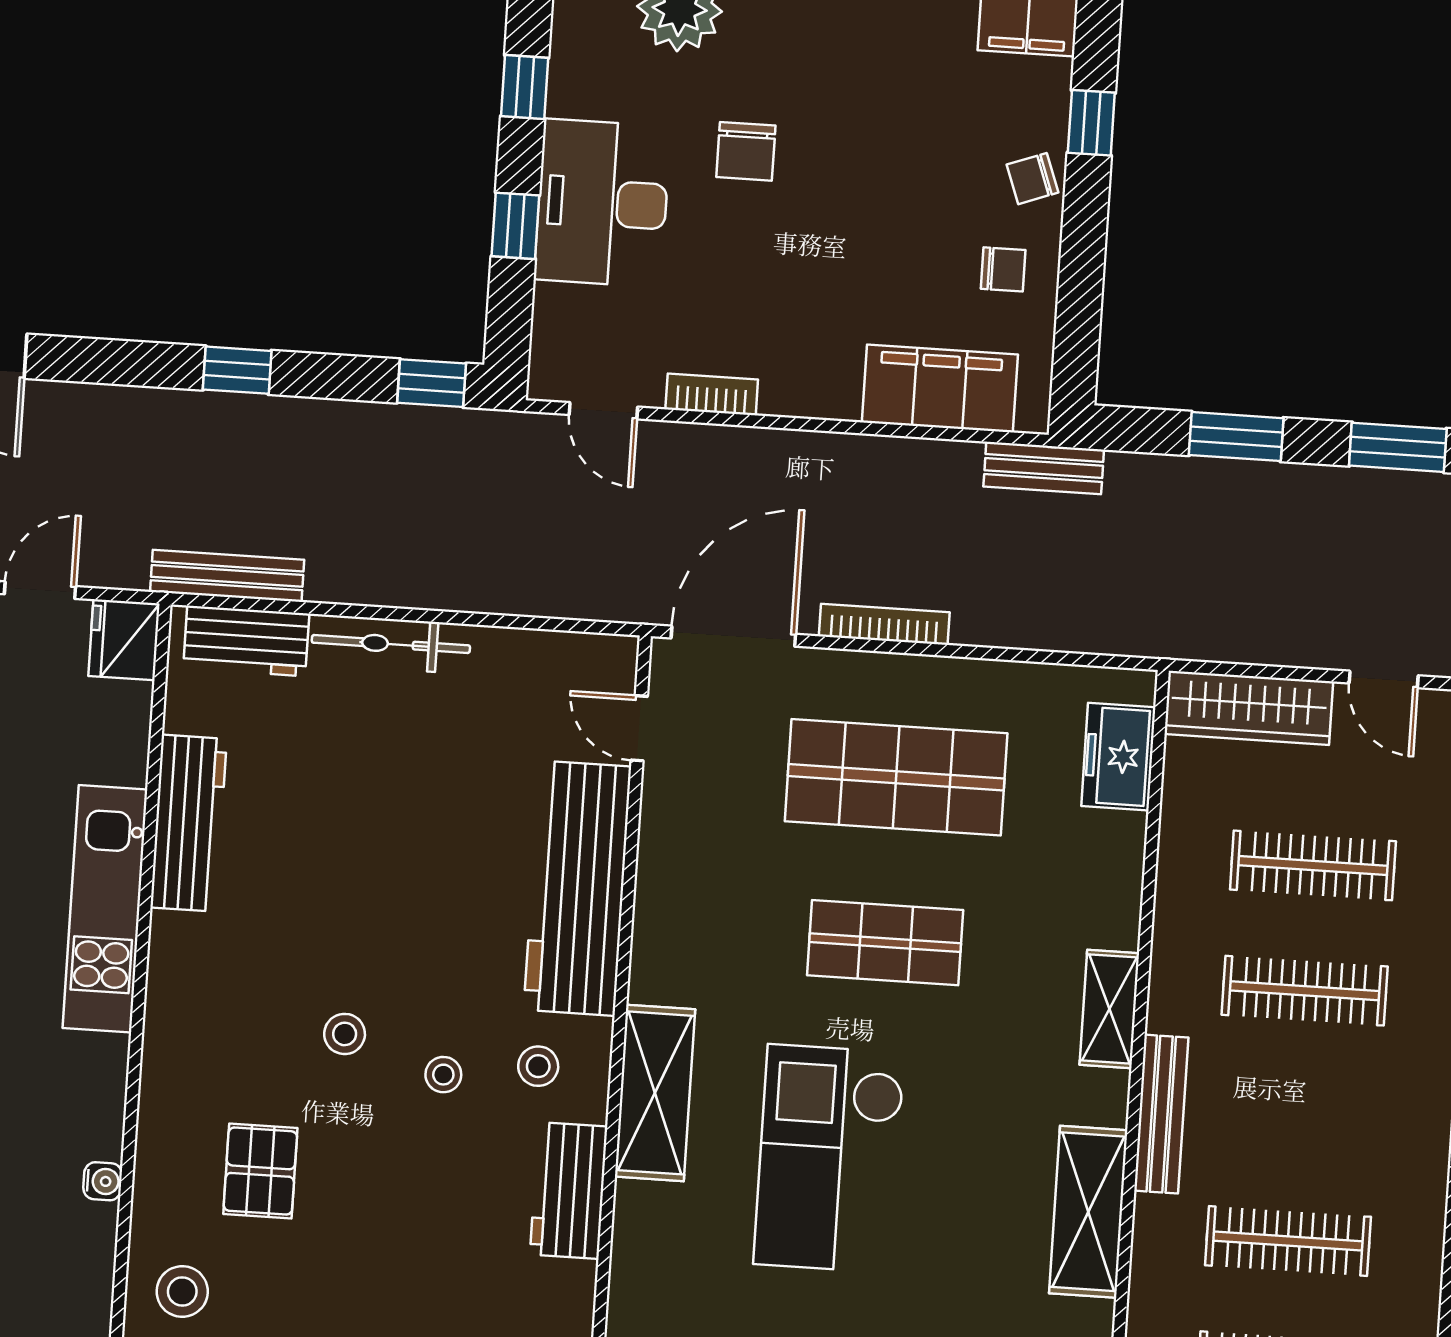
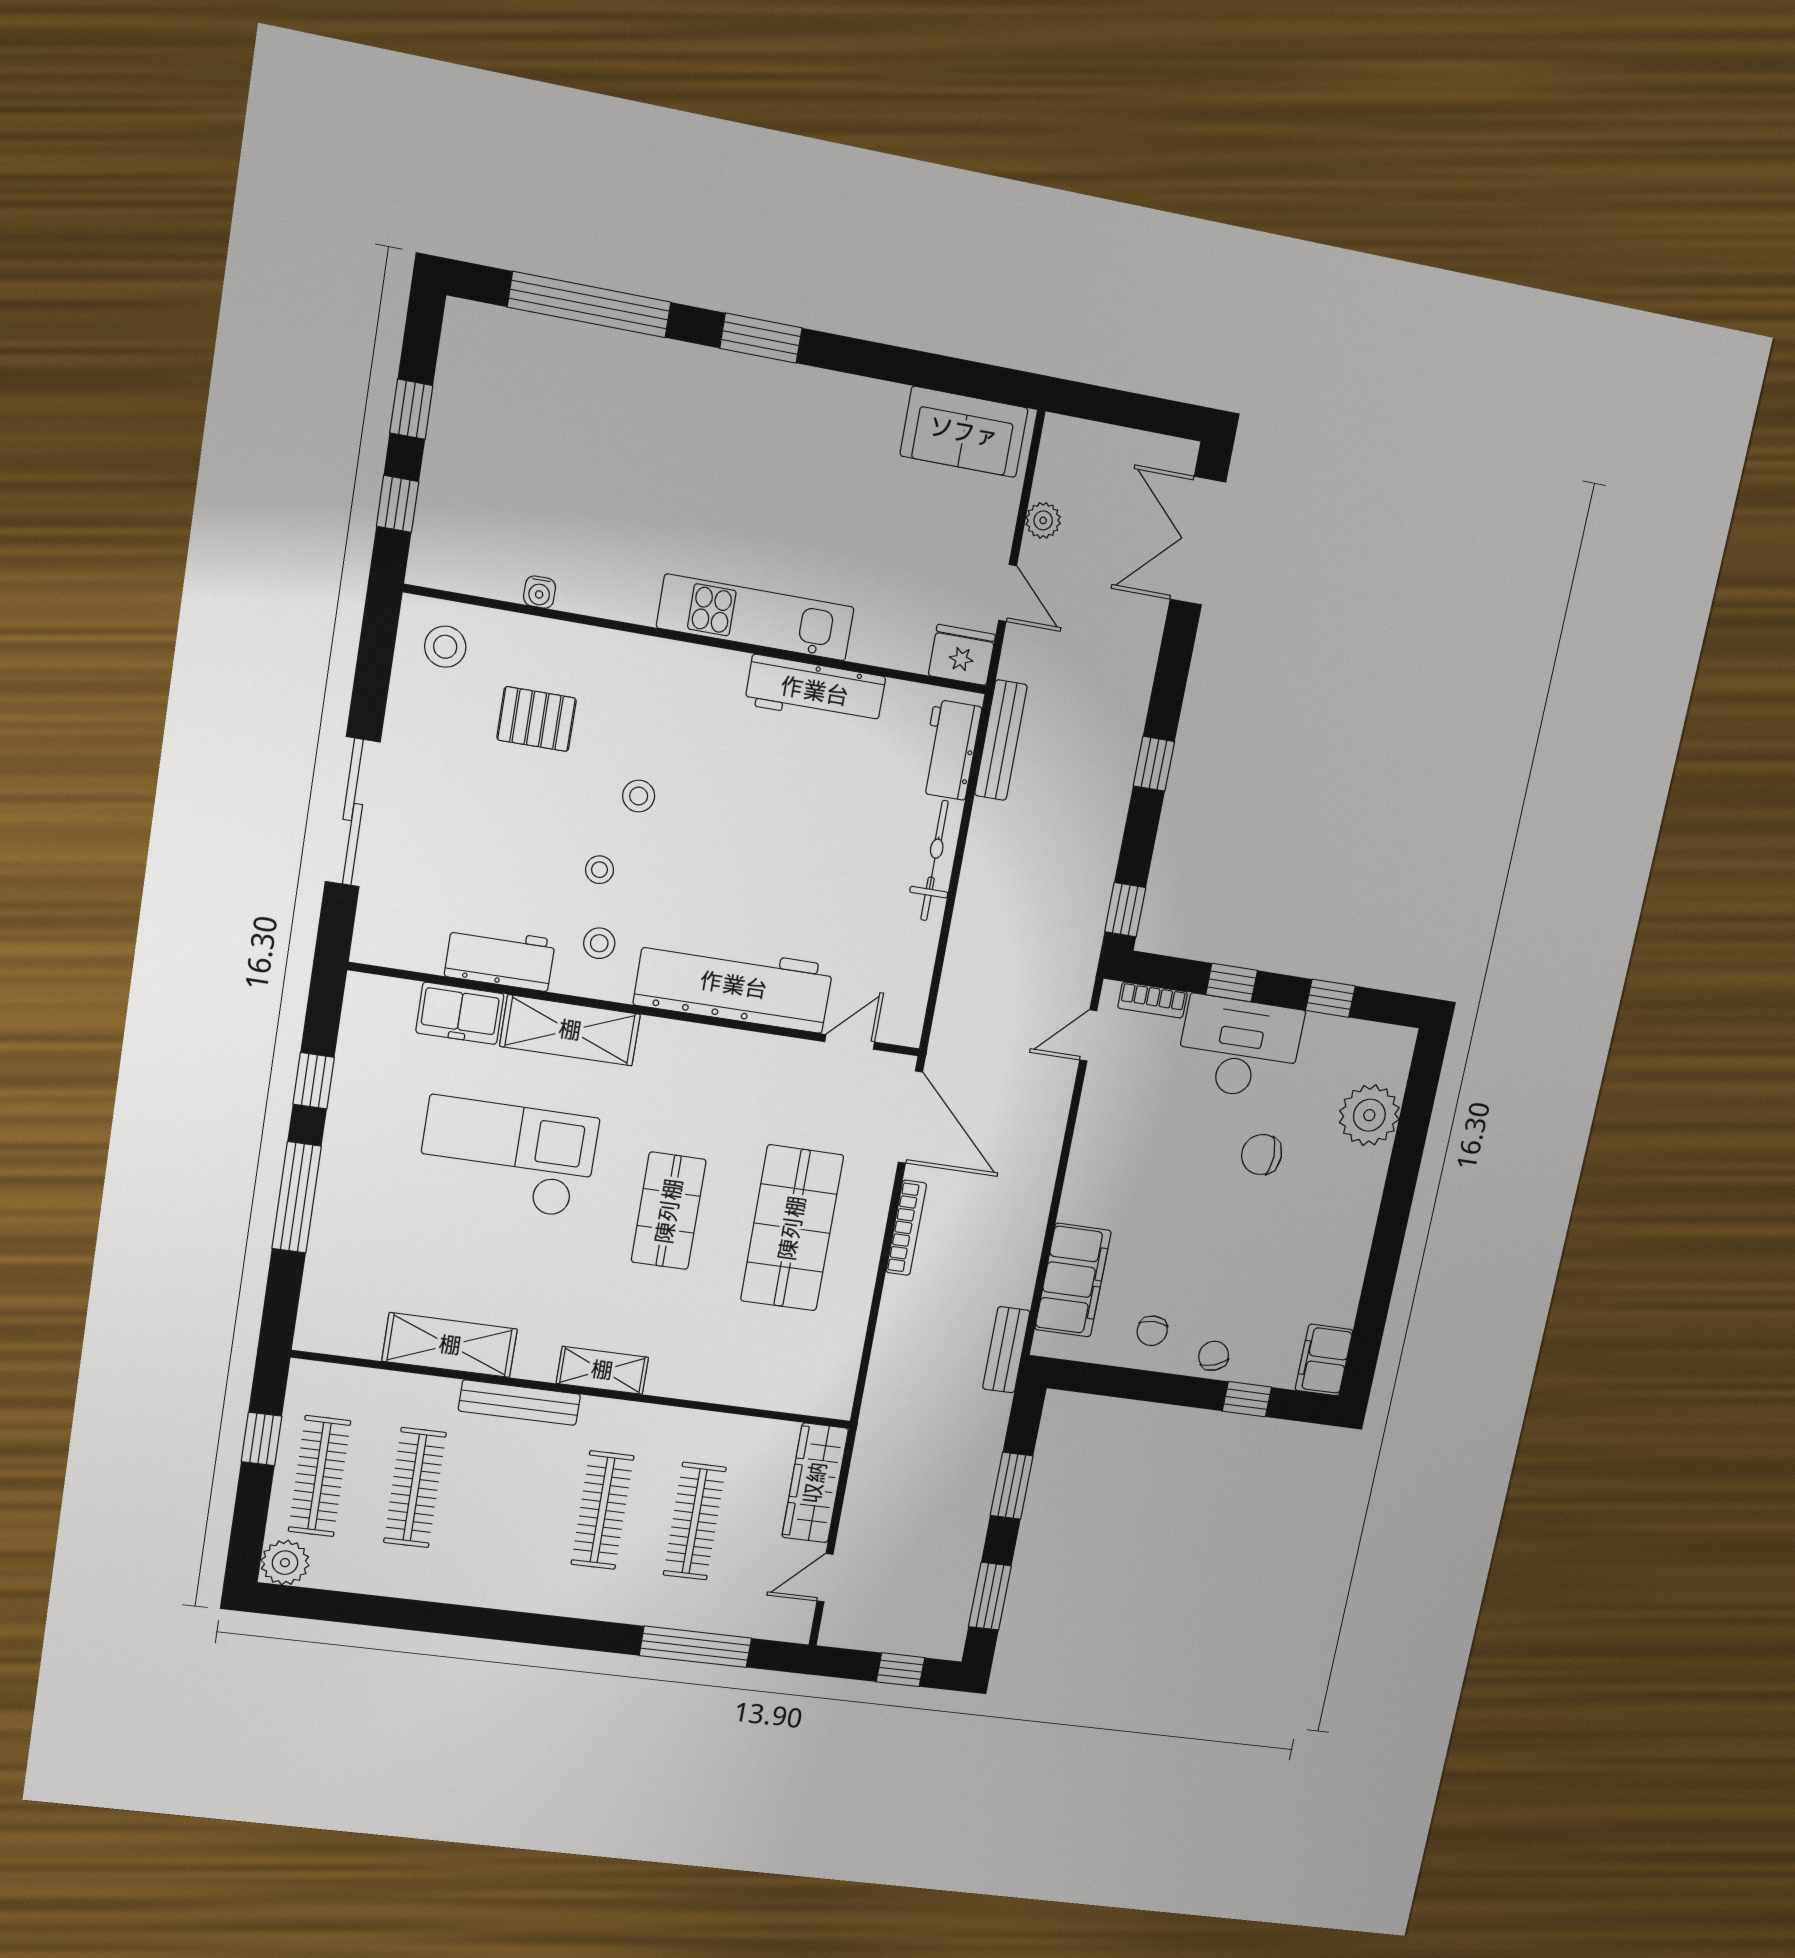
bookcase: (712, 394) -> (1153, 1000), moved, turned 90
freezer: (1118, 757) -> (460, 1013), moved, turned 180

